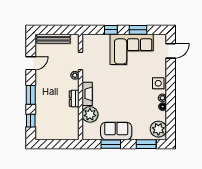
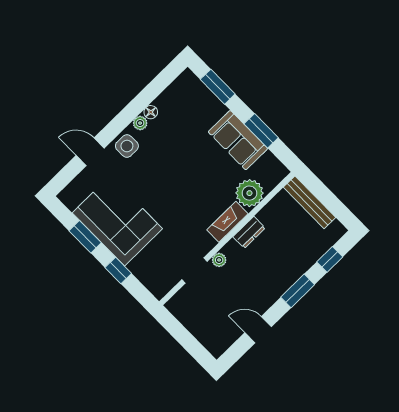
bench: (54, 39) -> (309, 202), moved
door: (171, 51) -> (90, 152), moved
plant: (158, 129) -> (184, 90), removed

